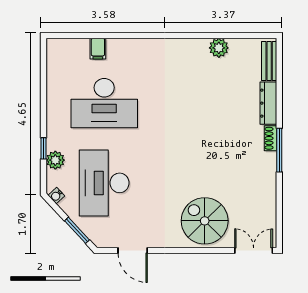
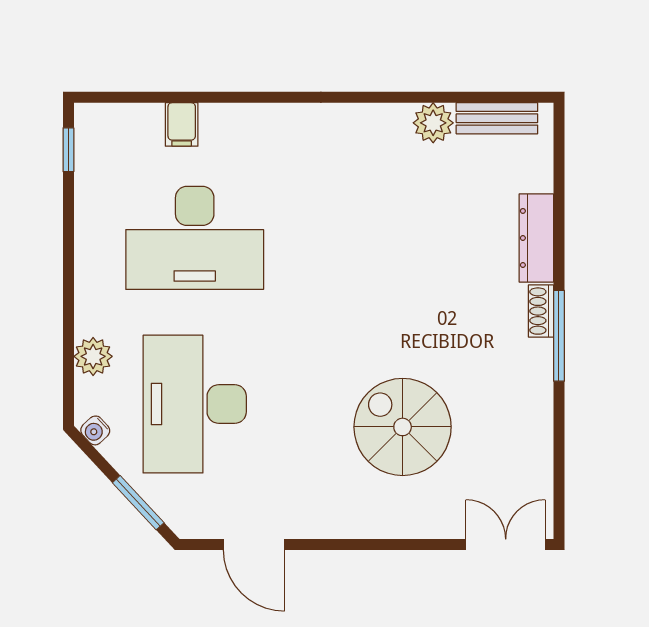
bench: (269, 61) -> (497, 118), moved, turned 90
window: (44, 148) -> (68, 150), moved
spiral stairs: (205, 221) -> (403, 427), moved

